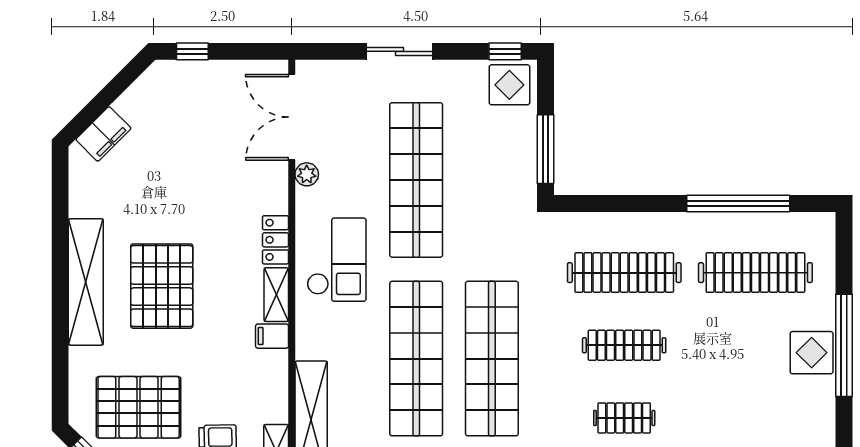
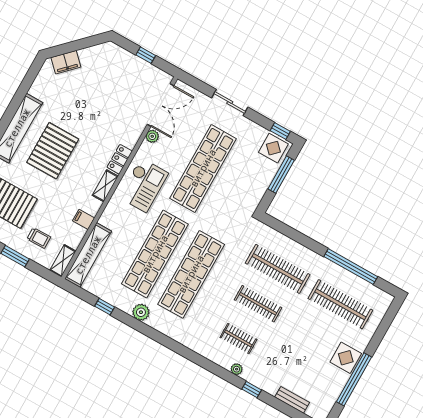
window: (192, 51) -> (146, 55), moved
double door: (292, 117) -> (160, 105), swing flipped
window: (546, 149) -> (281, 175), moved
filing cabinet: (272, 336) -> (84, 219), moved
window: (844, 345) -> (354, 379), moved

